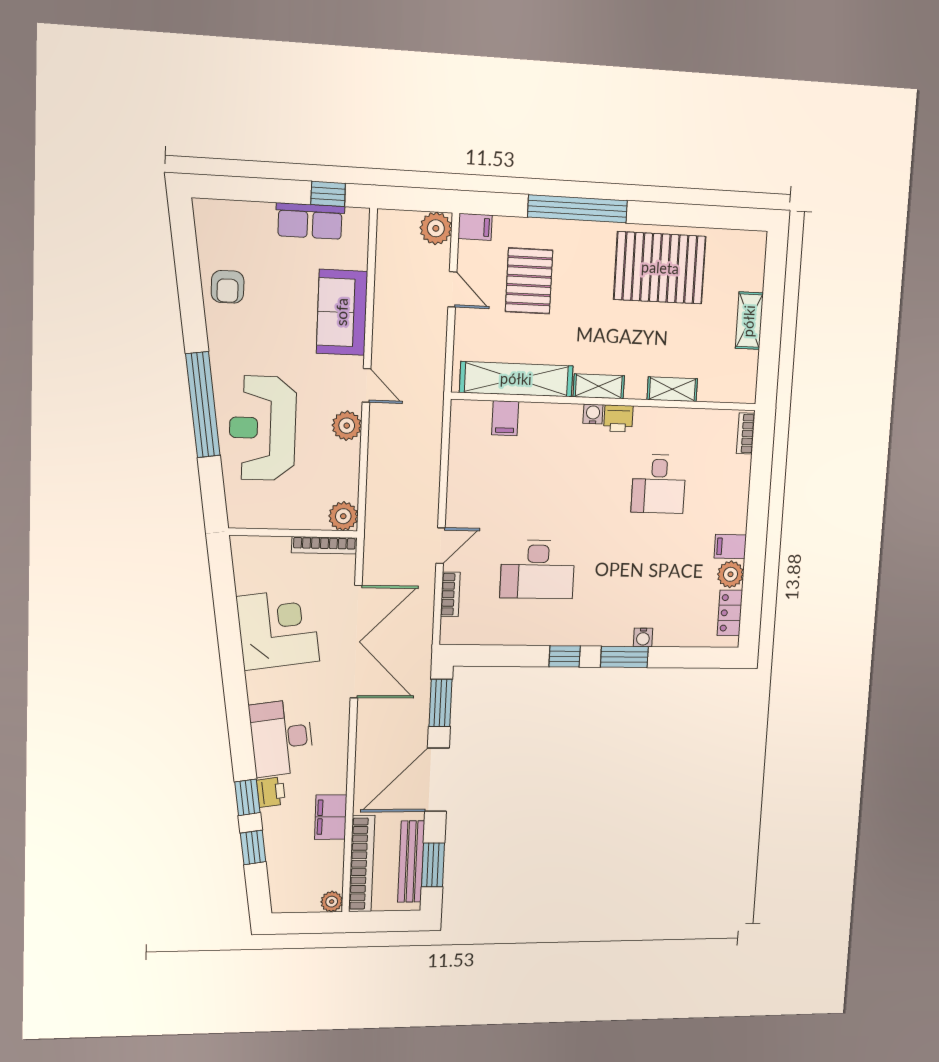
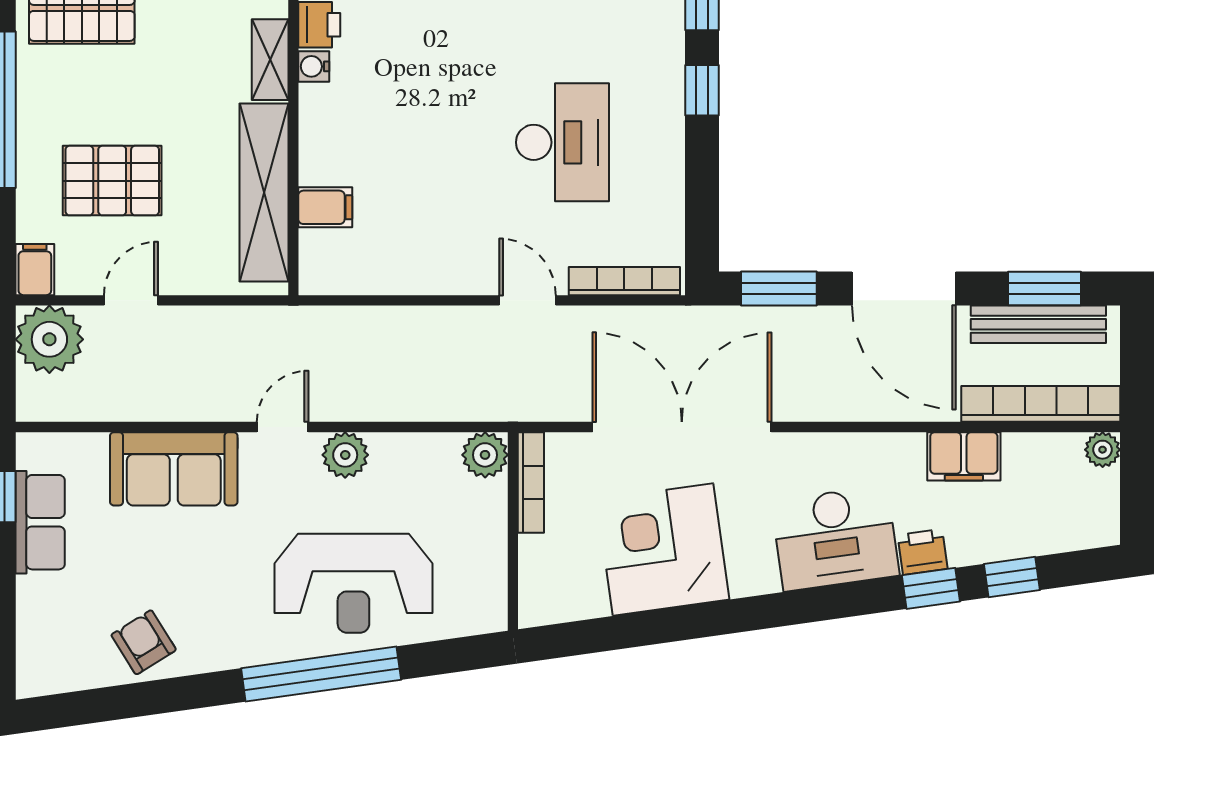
plant: (436, 228) -> (49, 339), width x1.36, depth x1.36
armchair: (228, 287) -> (144, 642), turned -122
bookcase: (450, 594) -> (624, 281), width x1.56

